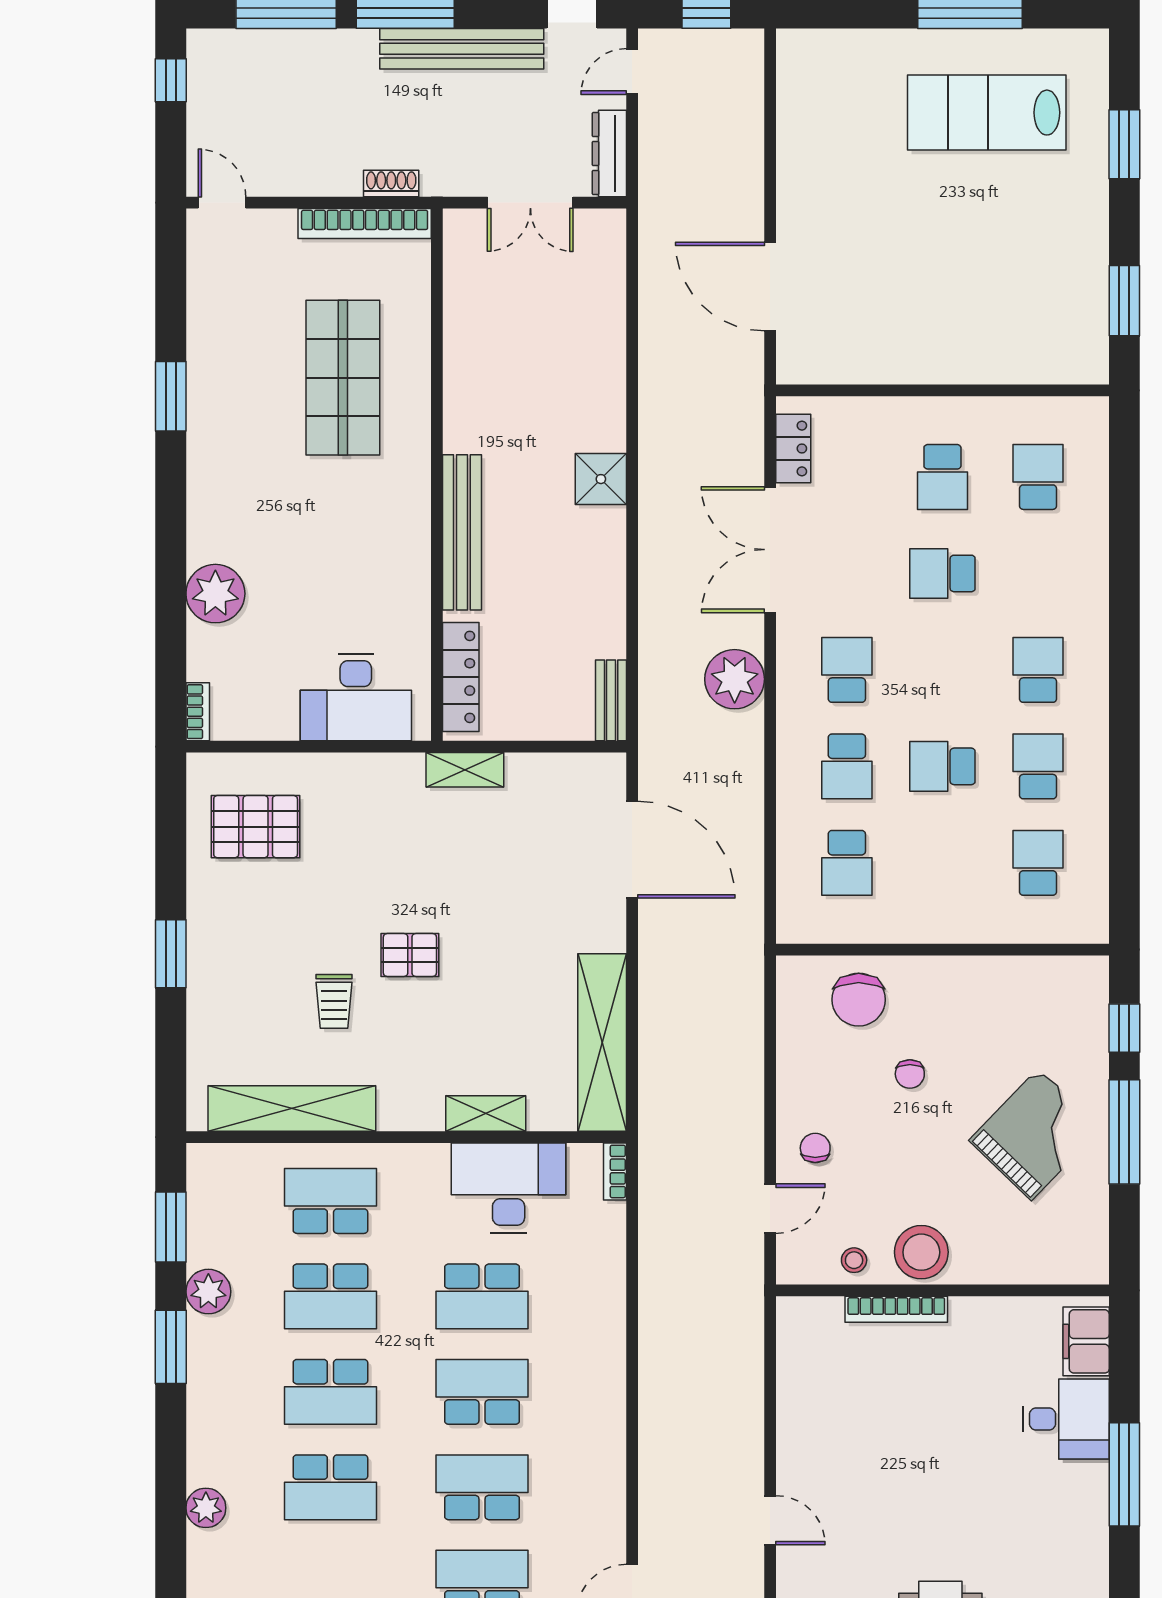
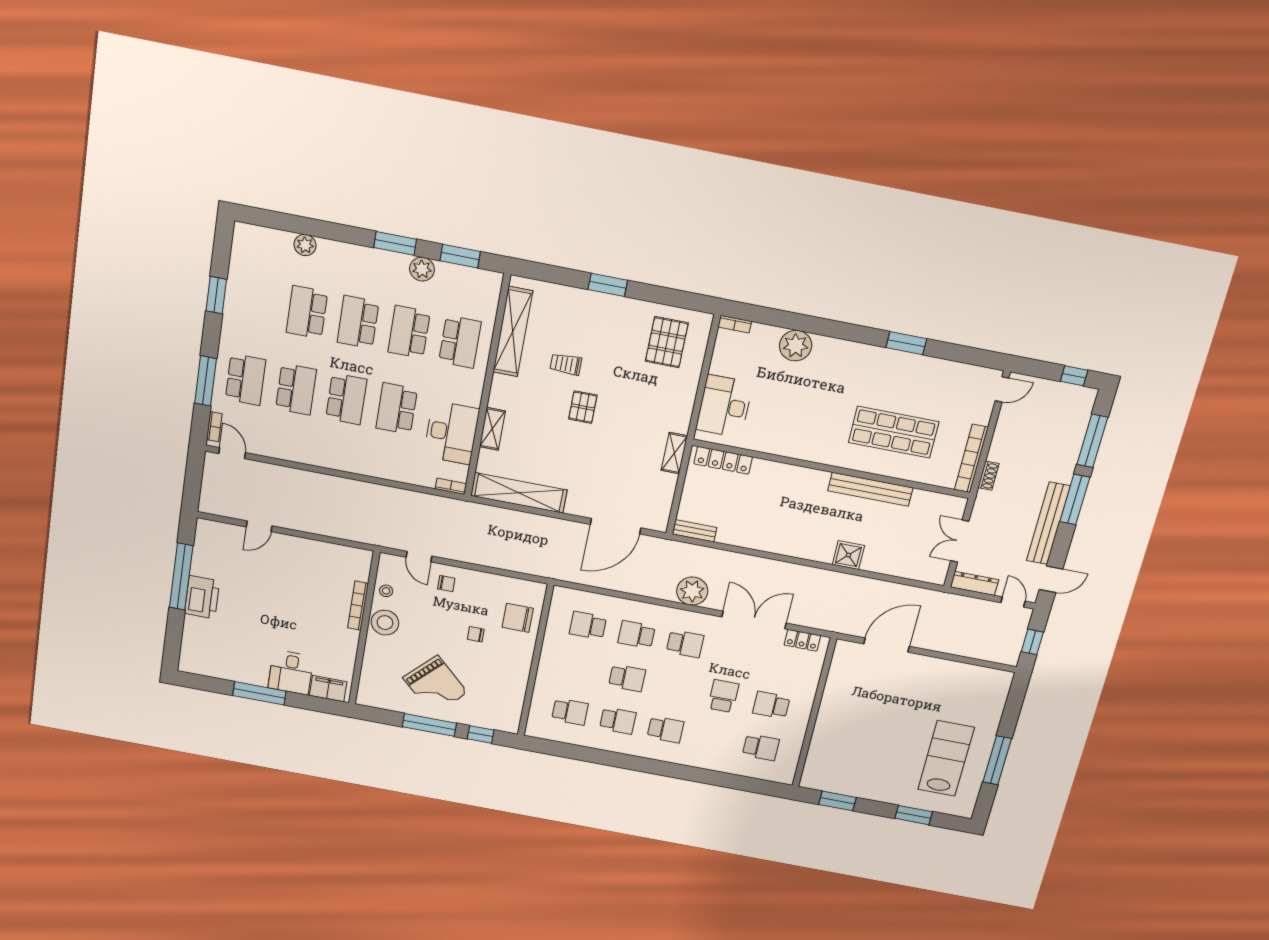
shower: (601, 479) -> (848, 555), moved
bench: (462, 532) -> (870, 489), moved
school desk: (942, 766) -> (627, 678), turned 90

